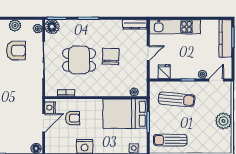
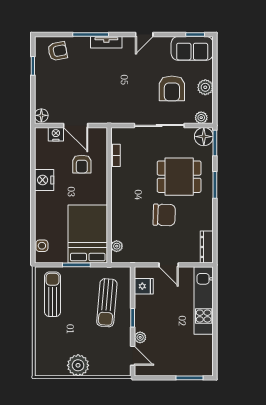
kitchen counter: (225, 38) -> (188, 368), removed
dining table: (79, 60) -> (179, 177), moved, turned 90
nightstand: (50, 108) -> (56, 134), moved

